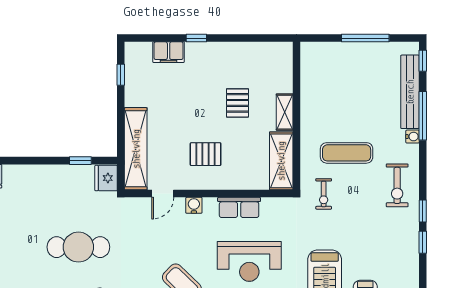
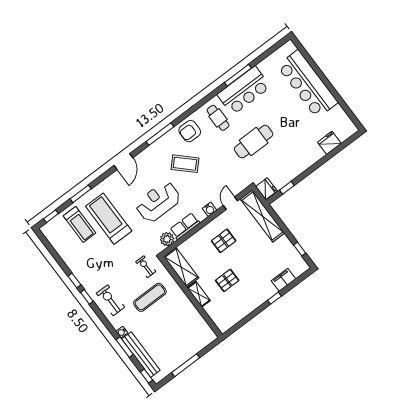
pallet: (237, 103) -> (227, 280), turned 90
window: (423, 116) -> (125, 347), width x0.69
plant: (273, 208) -> (167, 239), added

